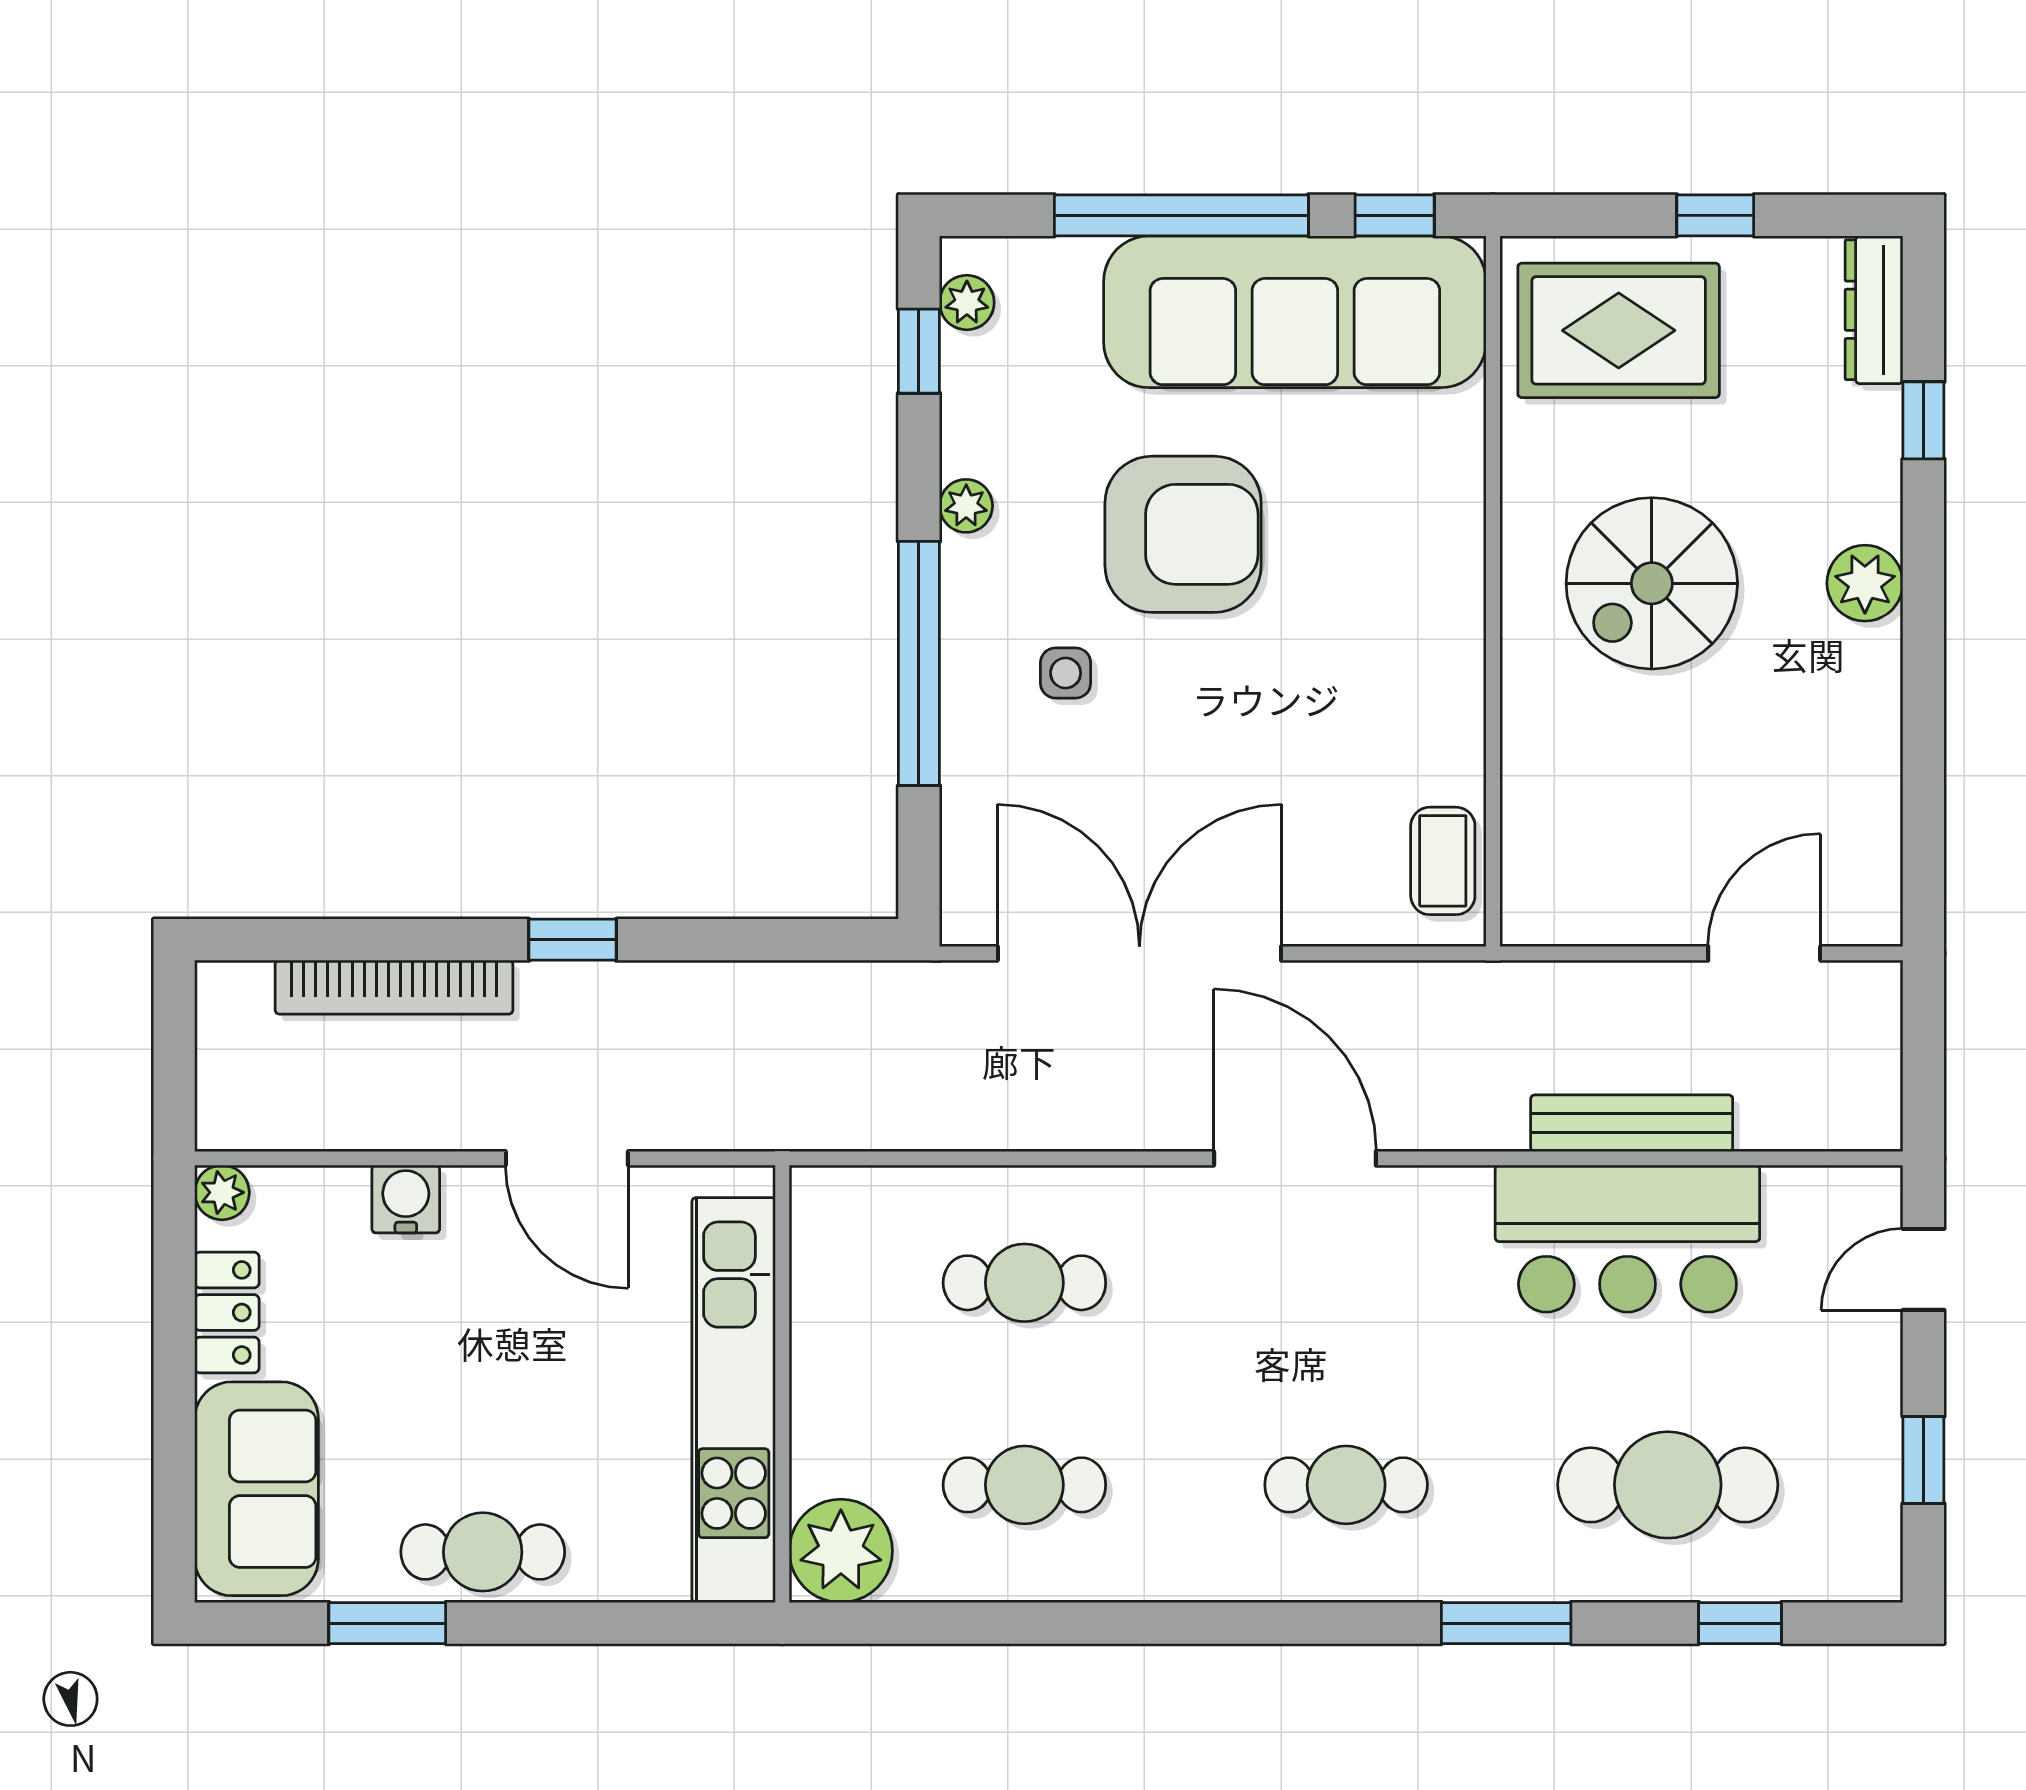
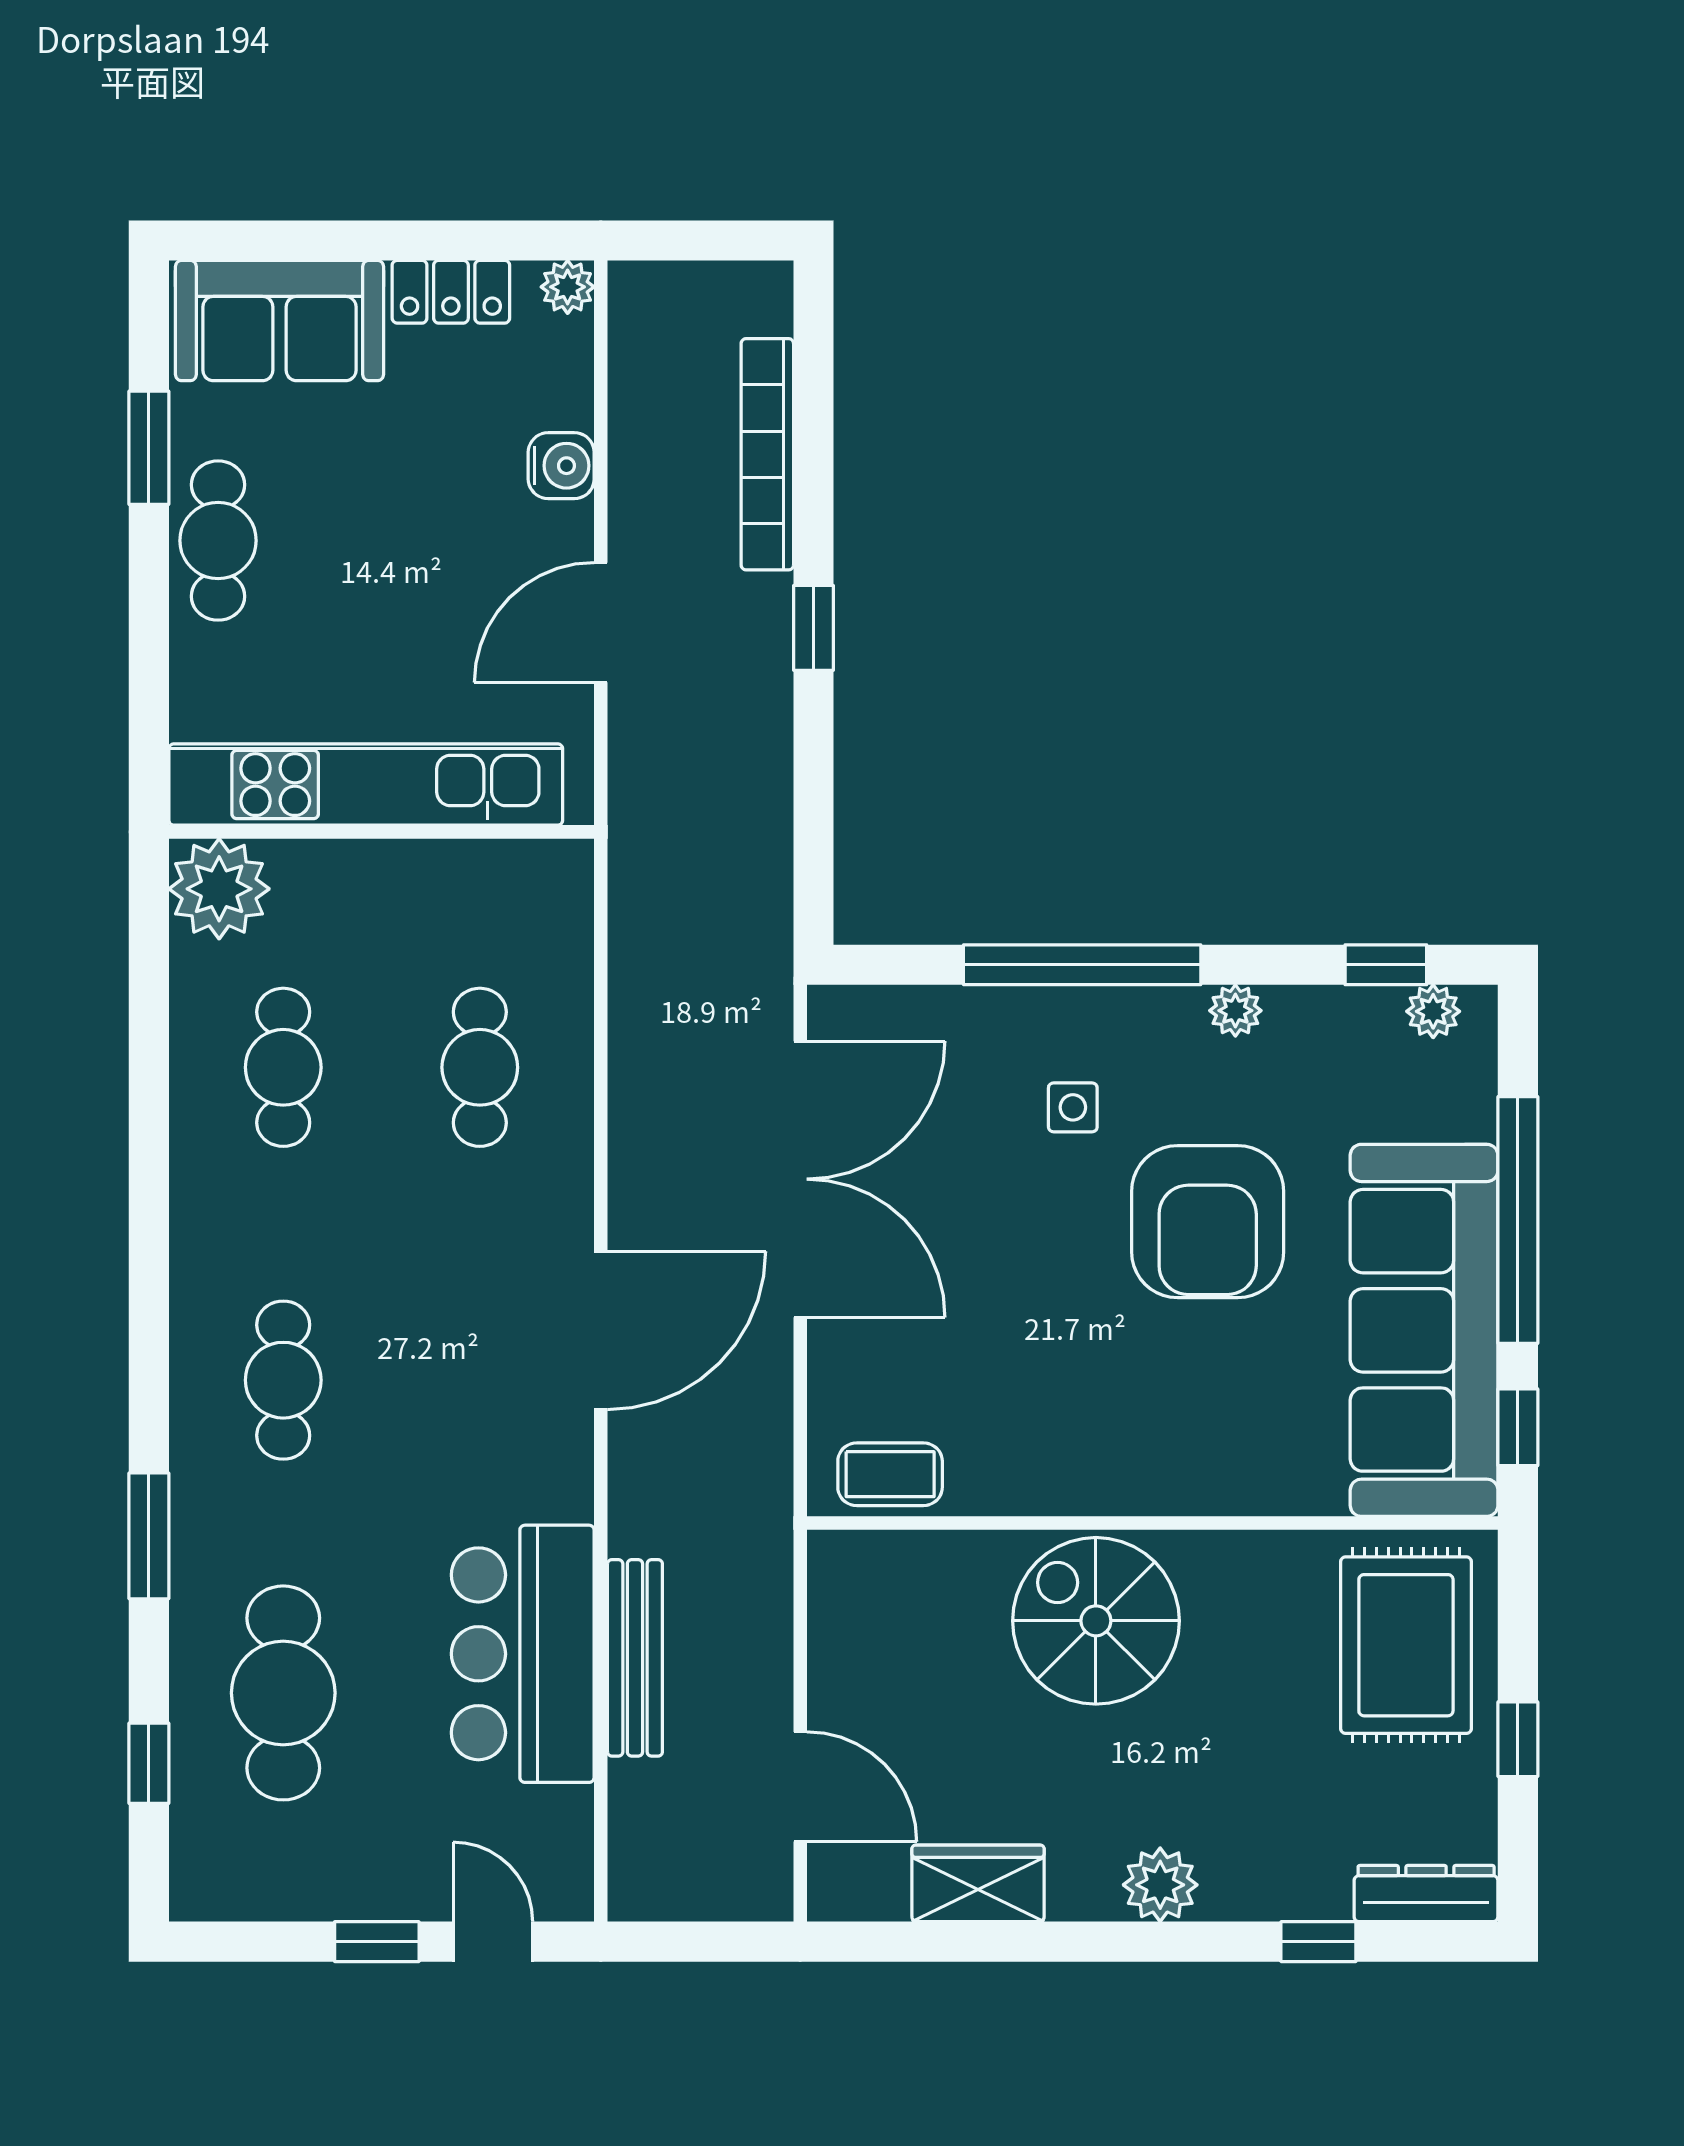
spiral stairs: (1652, 583) -> (1096, 1621), moved
wardrobe: (1864, 770) -> (978, 1883), added
window: (1923, 1460) -> (377, 1942), moved

